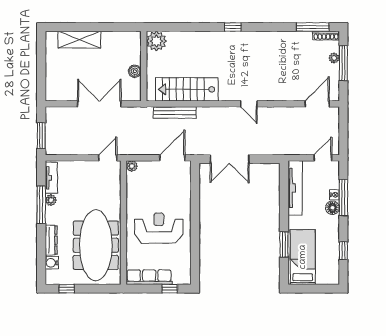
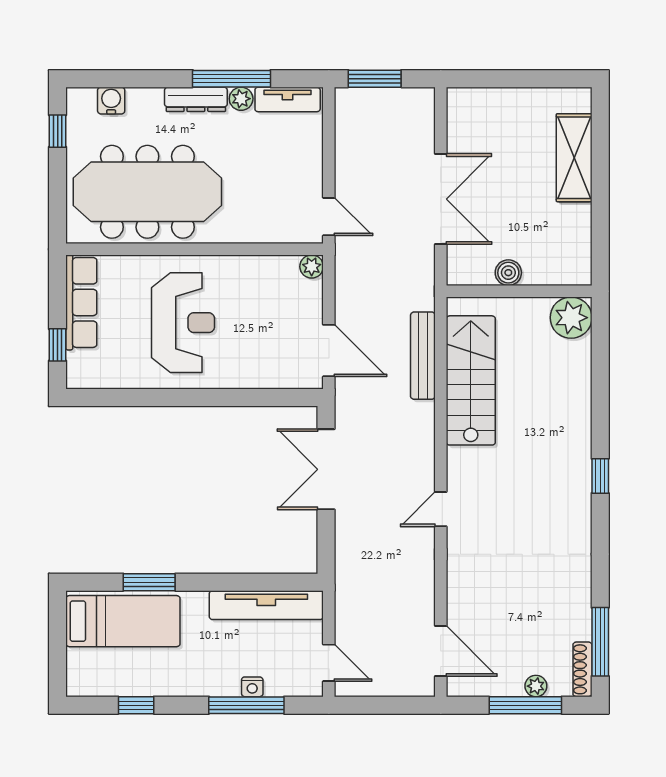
floor lamp: (332, 208) -> (225, 683), removed
dresser: (51, 240) -> (196, 99), moved

